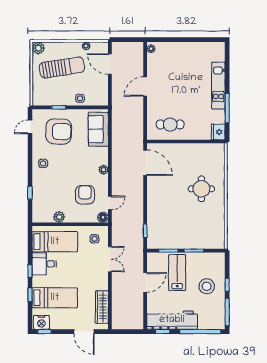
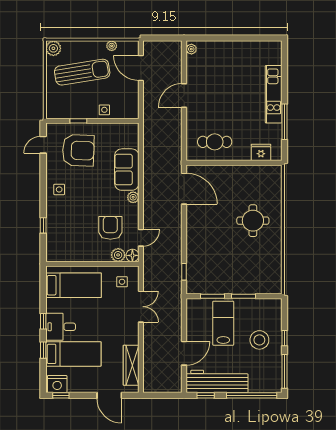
sofa: (98, 129) -> (127, 170), moved
fridge: (218, 132) -> (261, 152), moved, turned 90
plant: (59, 217) -> (118, 255), moved
desk: (44, 264) -> (61, 327), moved
door: (145, 282) -> (184, 353), moved

